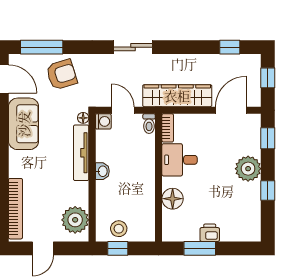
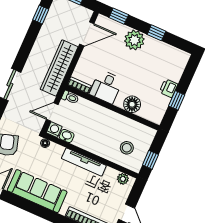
door: (231, 110) -> (87, 34), swing flipped
sofa: (24, 124) -> (37, 191), width x1.36
tv unit: (81, 153) -> (84, 162), moved
washbasin: (102, 171) -> (67, 136), moved
plant: (75, 220) -> (123, 179), width x0.53, depth x0.53
stool: (119, 229) -> (127, 148), moved
window: (200, 248) -> (177, 100), width x0.67

